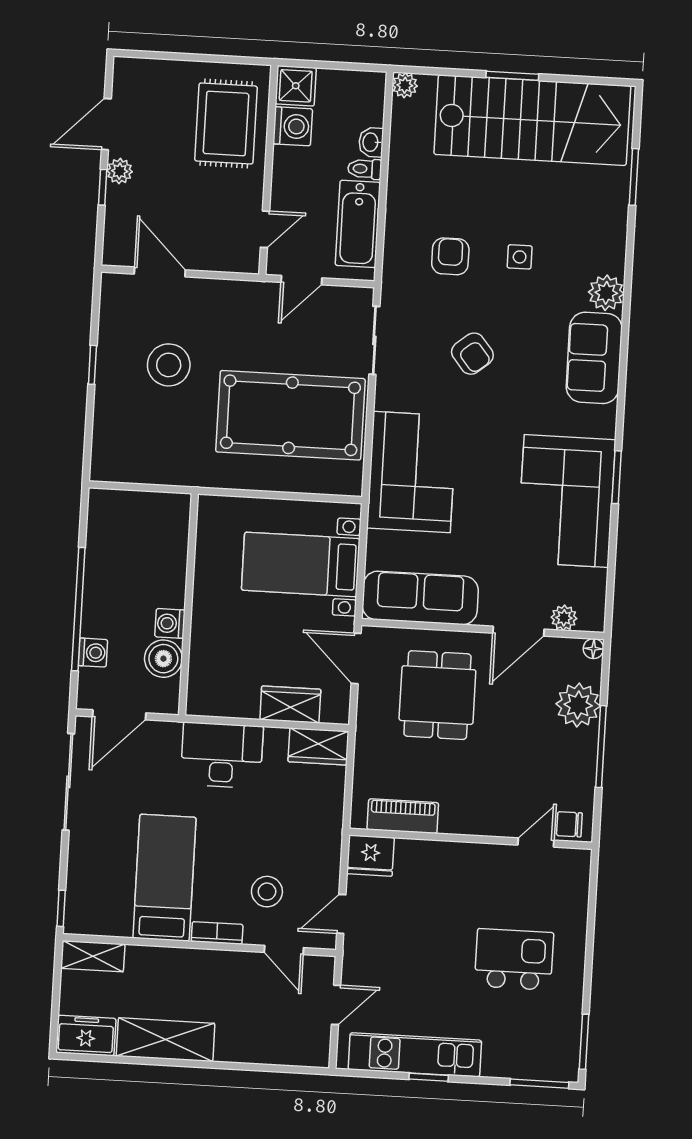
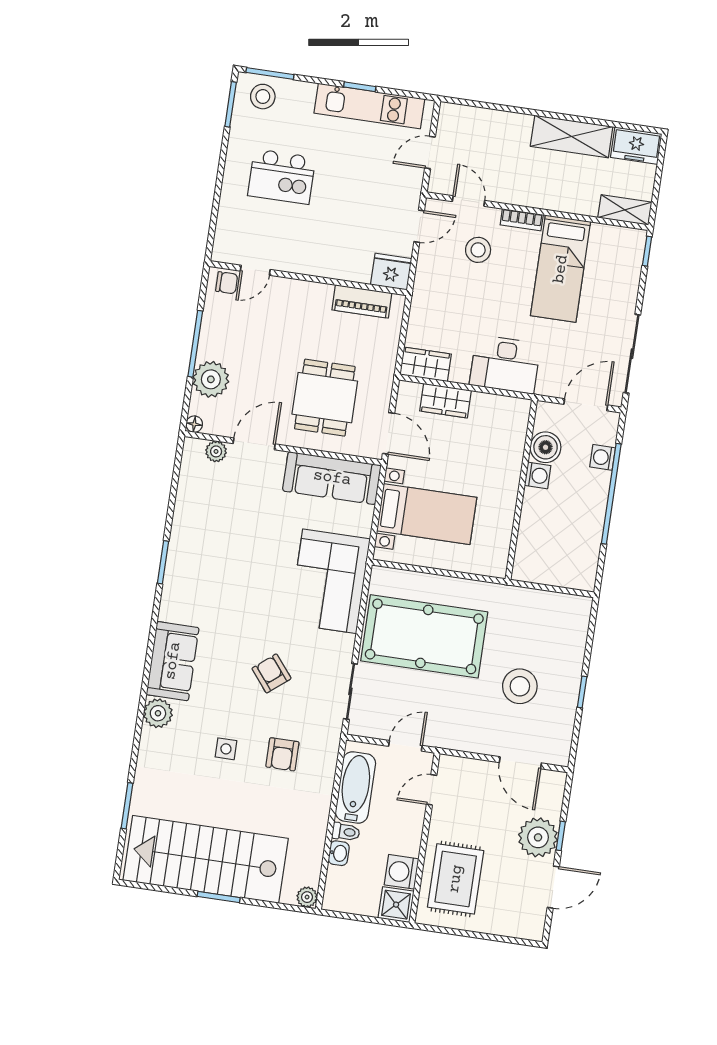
plant: (120, 171) -> (538, 837), width x1.87, depth x1.87
corner sofa: (566, 501) -> (206, 547), removed
stool: (546, 1055) -> (263, 97), added

